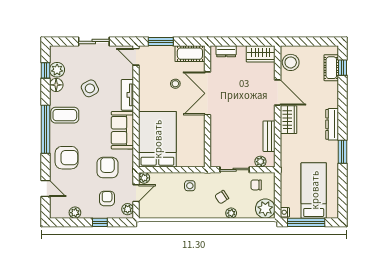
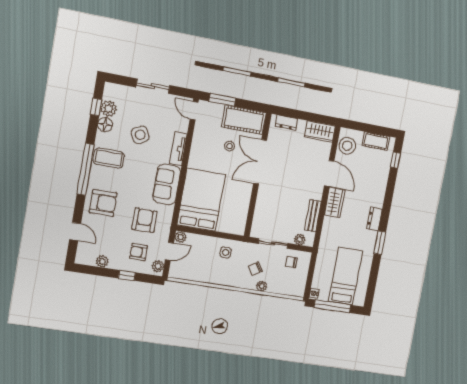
cot: (190, 54) -> (244, 120), width x1.37, depth x1.34
cot: (331, 68) -> (376, 141), moved, turned 90
dresser: (332, 124) -> (374, 219), width x0.70
armchair: (107, 198) -> (139, 252), turned -90
plant: (265, 209) -> (296, 287), removed

